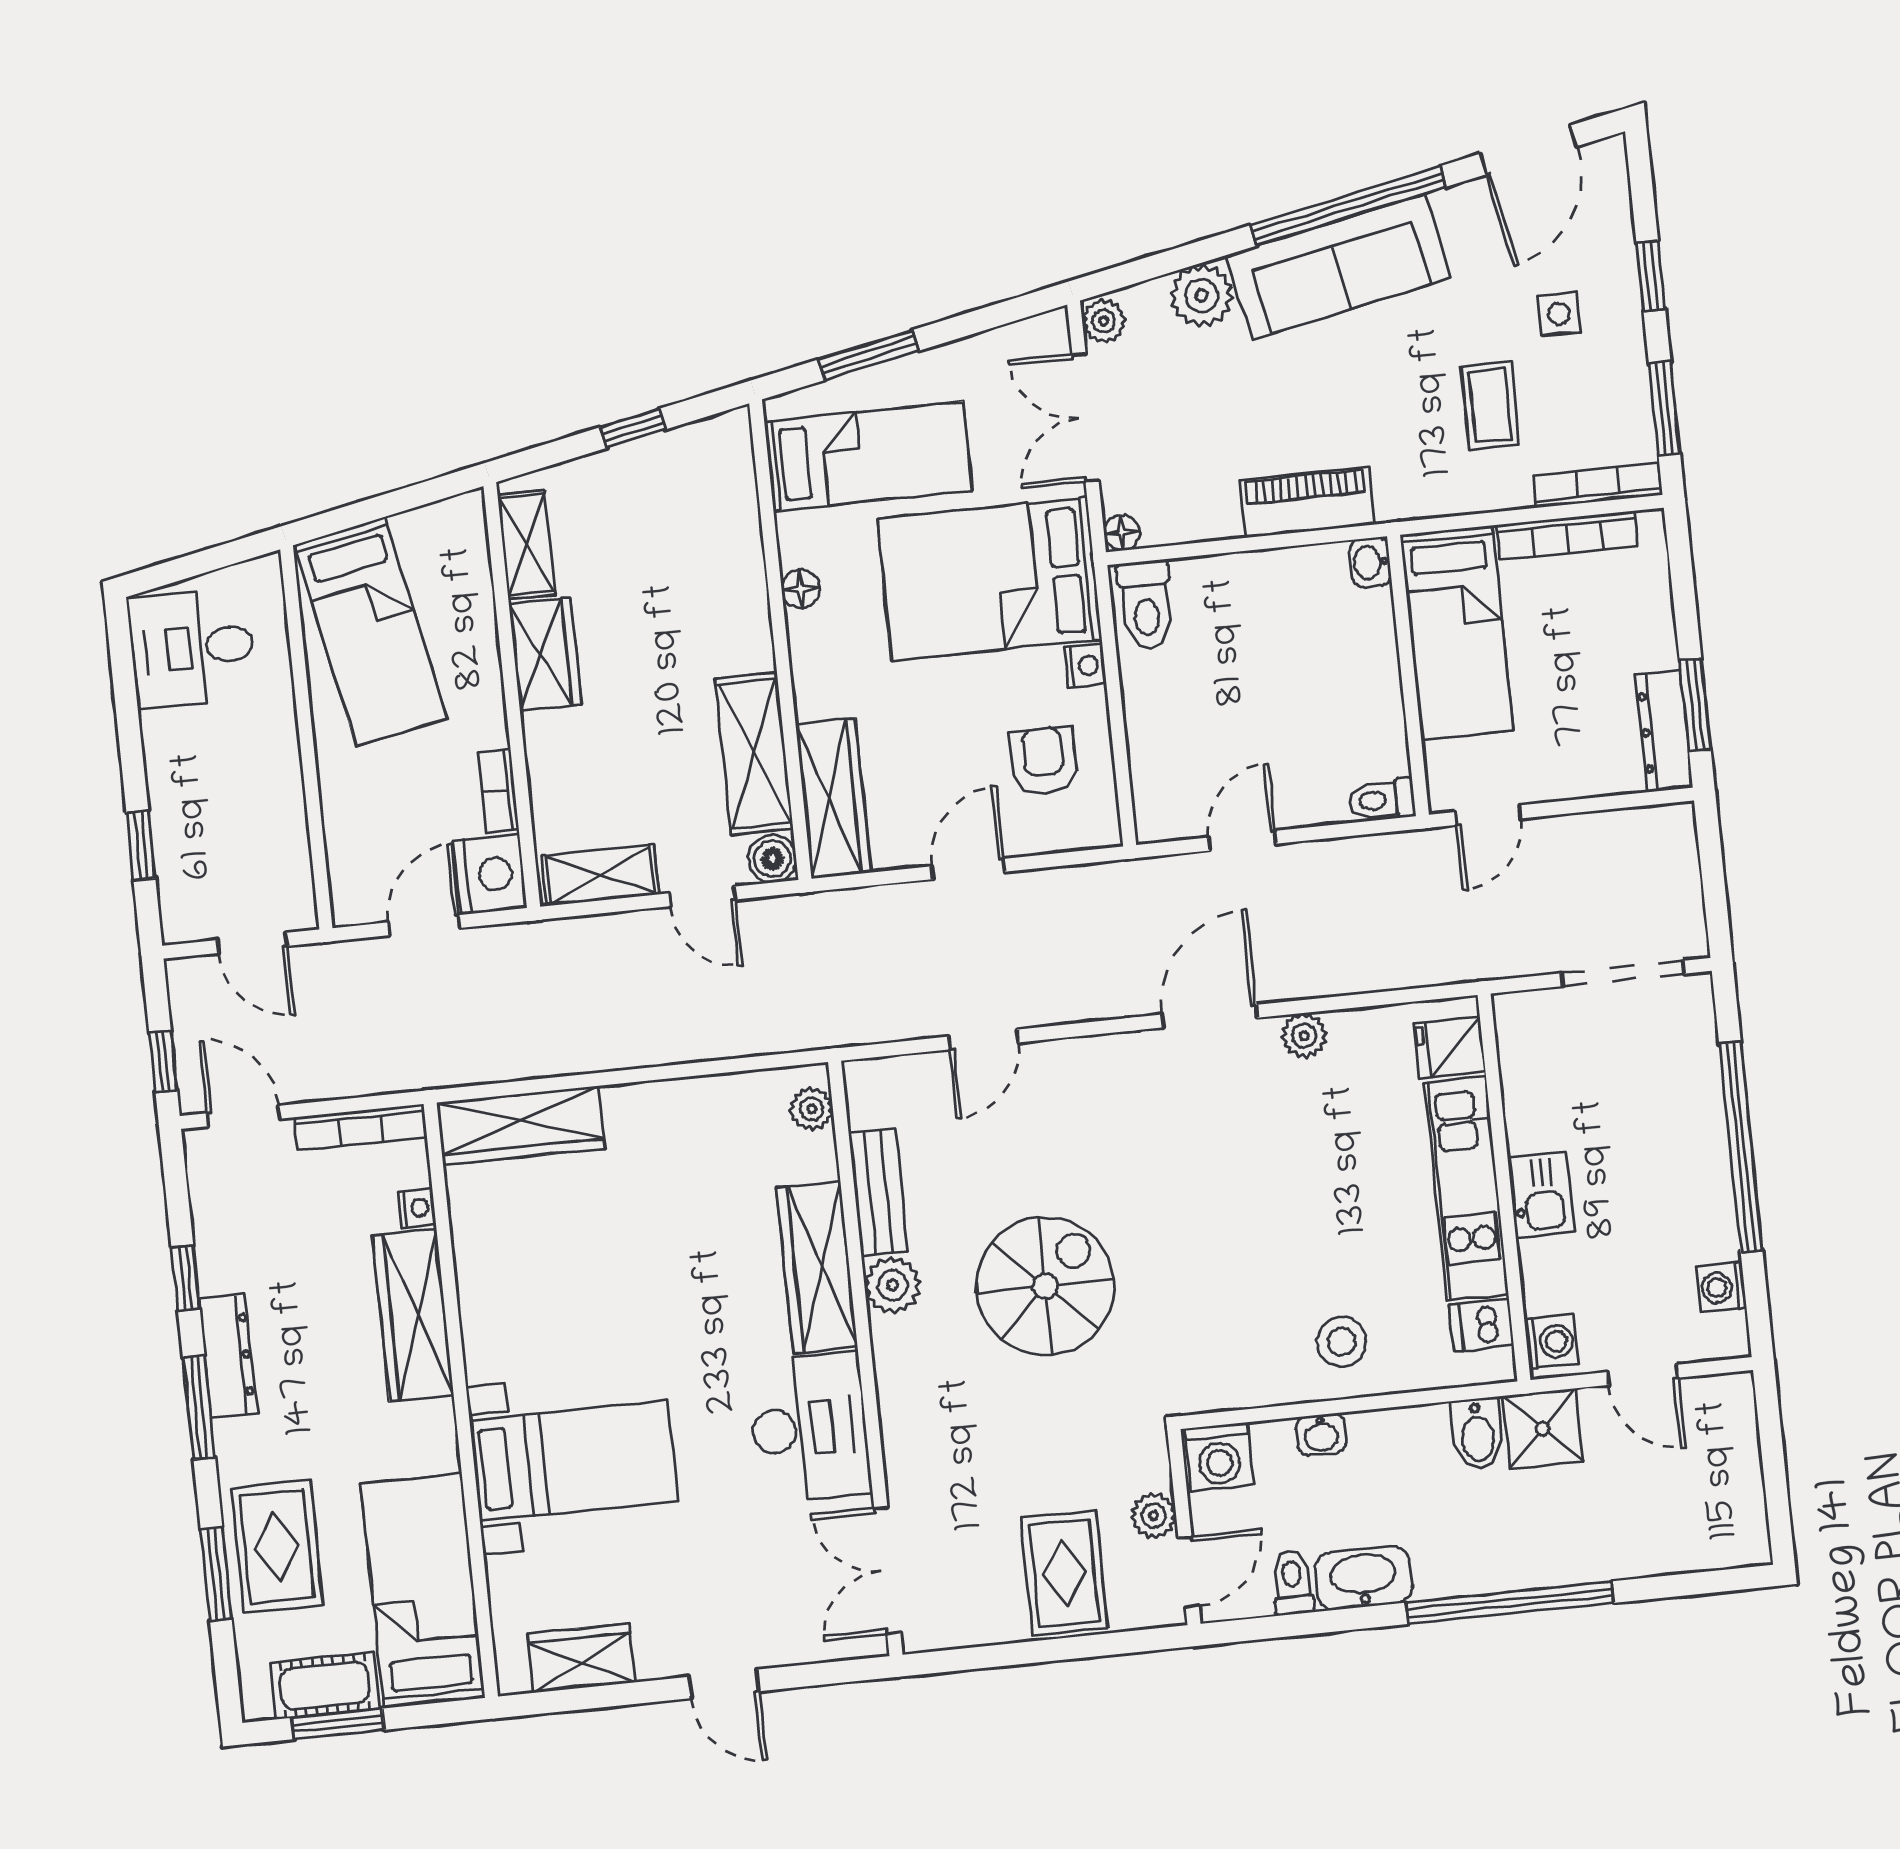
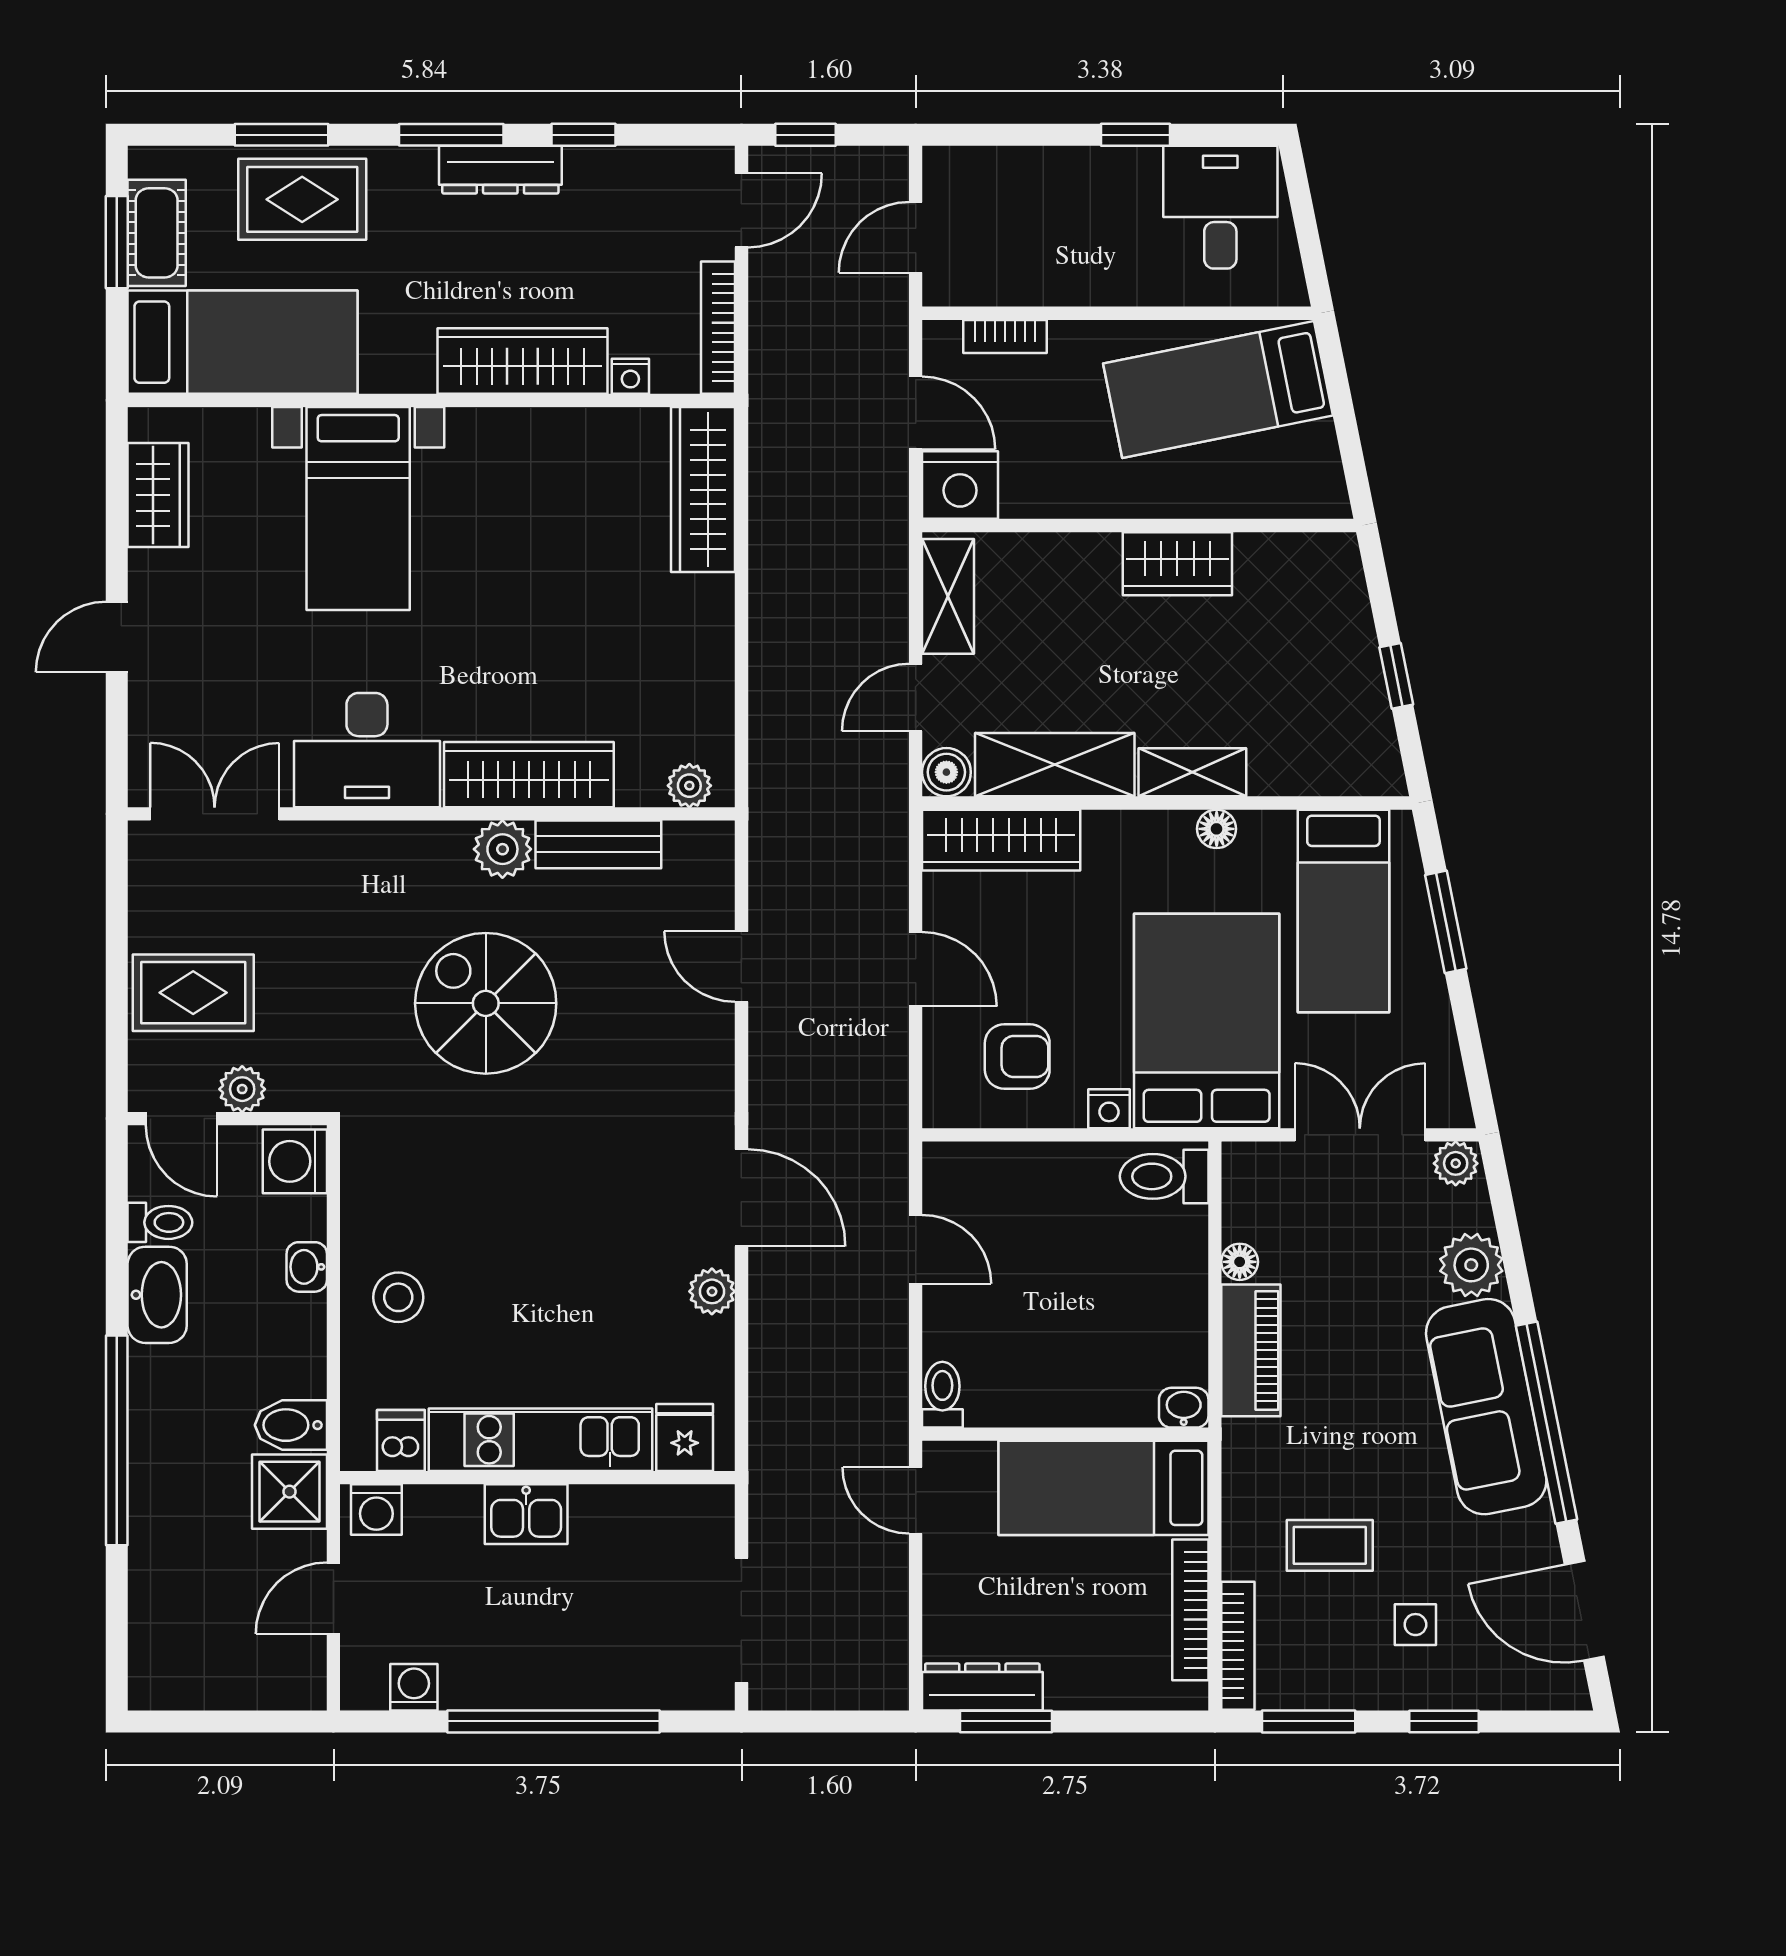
floor lamp: (1122, 533) -> (1240, 1262), moved
shelving: (526, 545) -> (1192, 772), moved
bookcase: (499, 791) -> (1005, 336), moved, turned 180
window: (141, 845) -> (1135, 135), moved
spiral stairs: (1045, 1286) -> (486, 1003), turned 180

